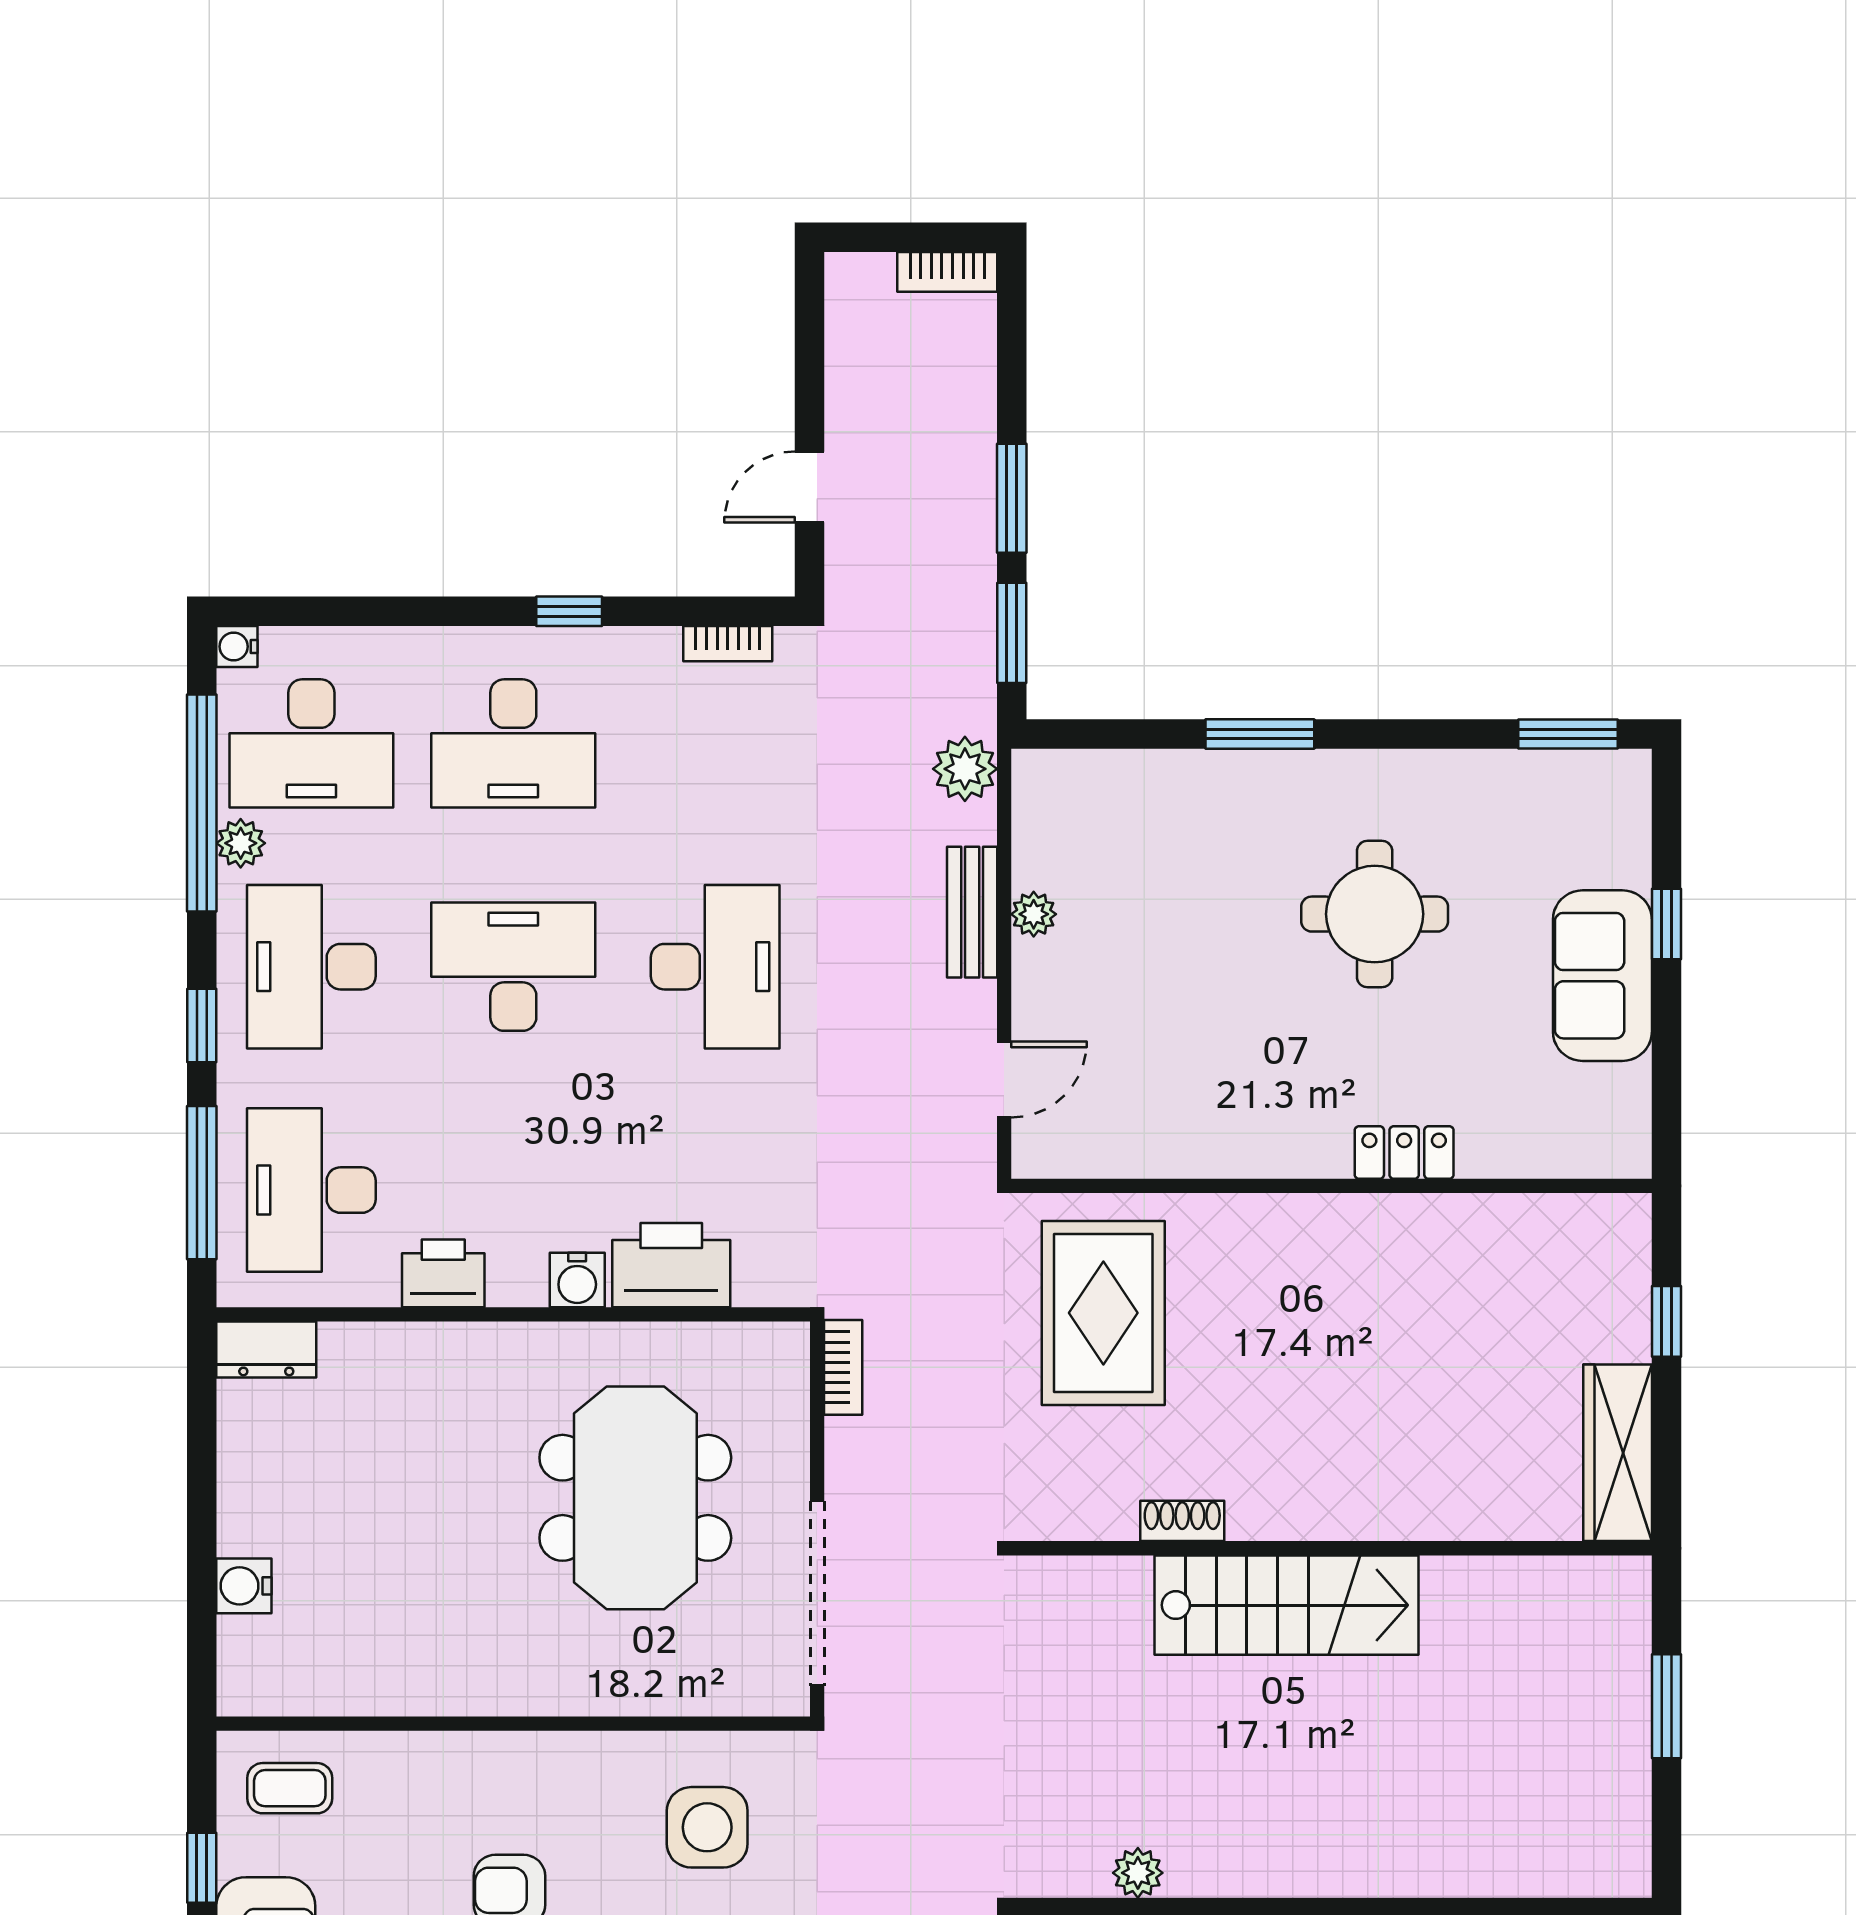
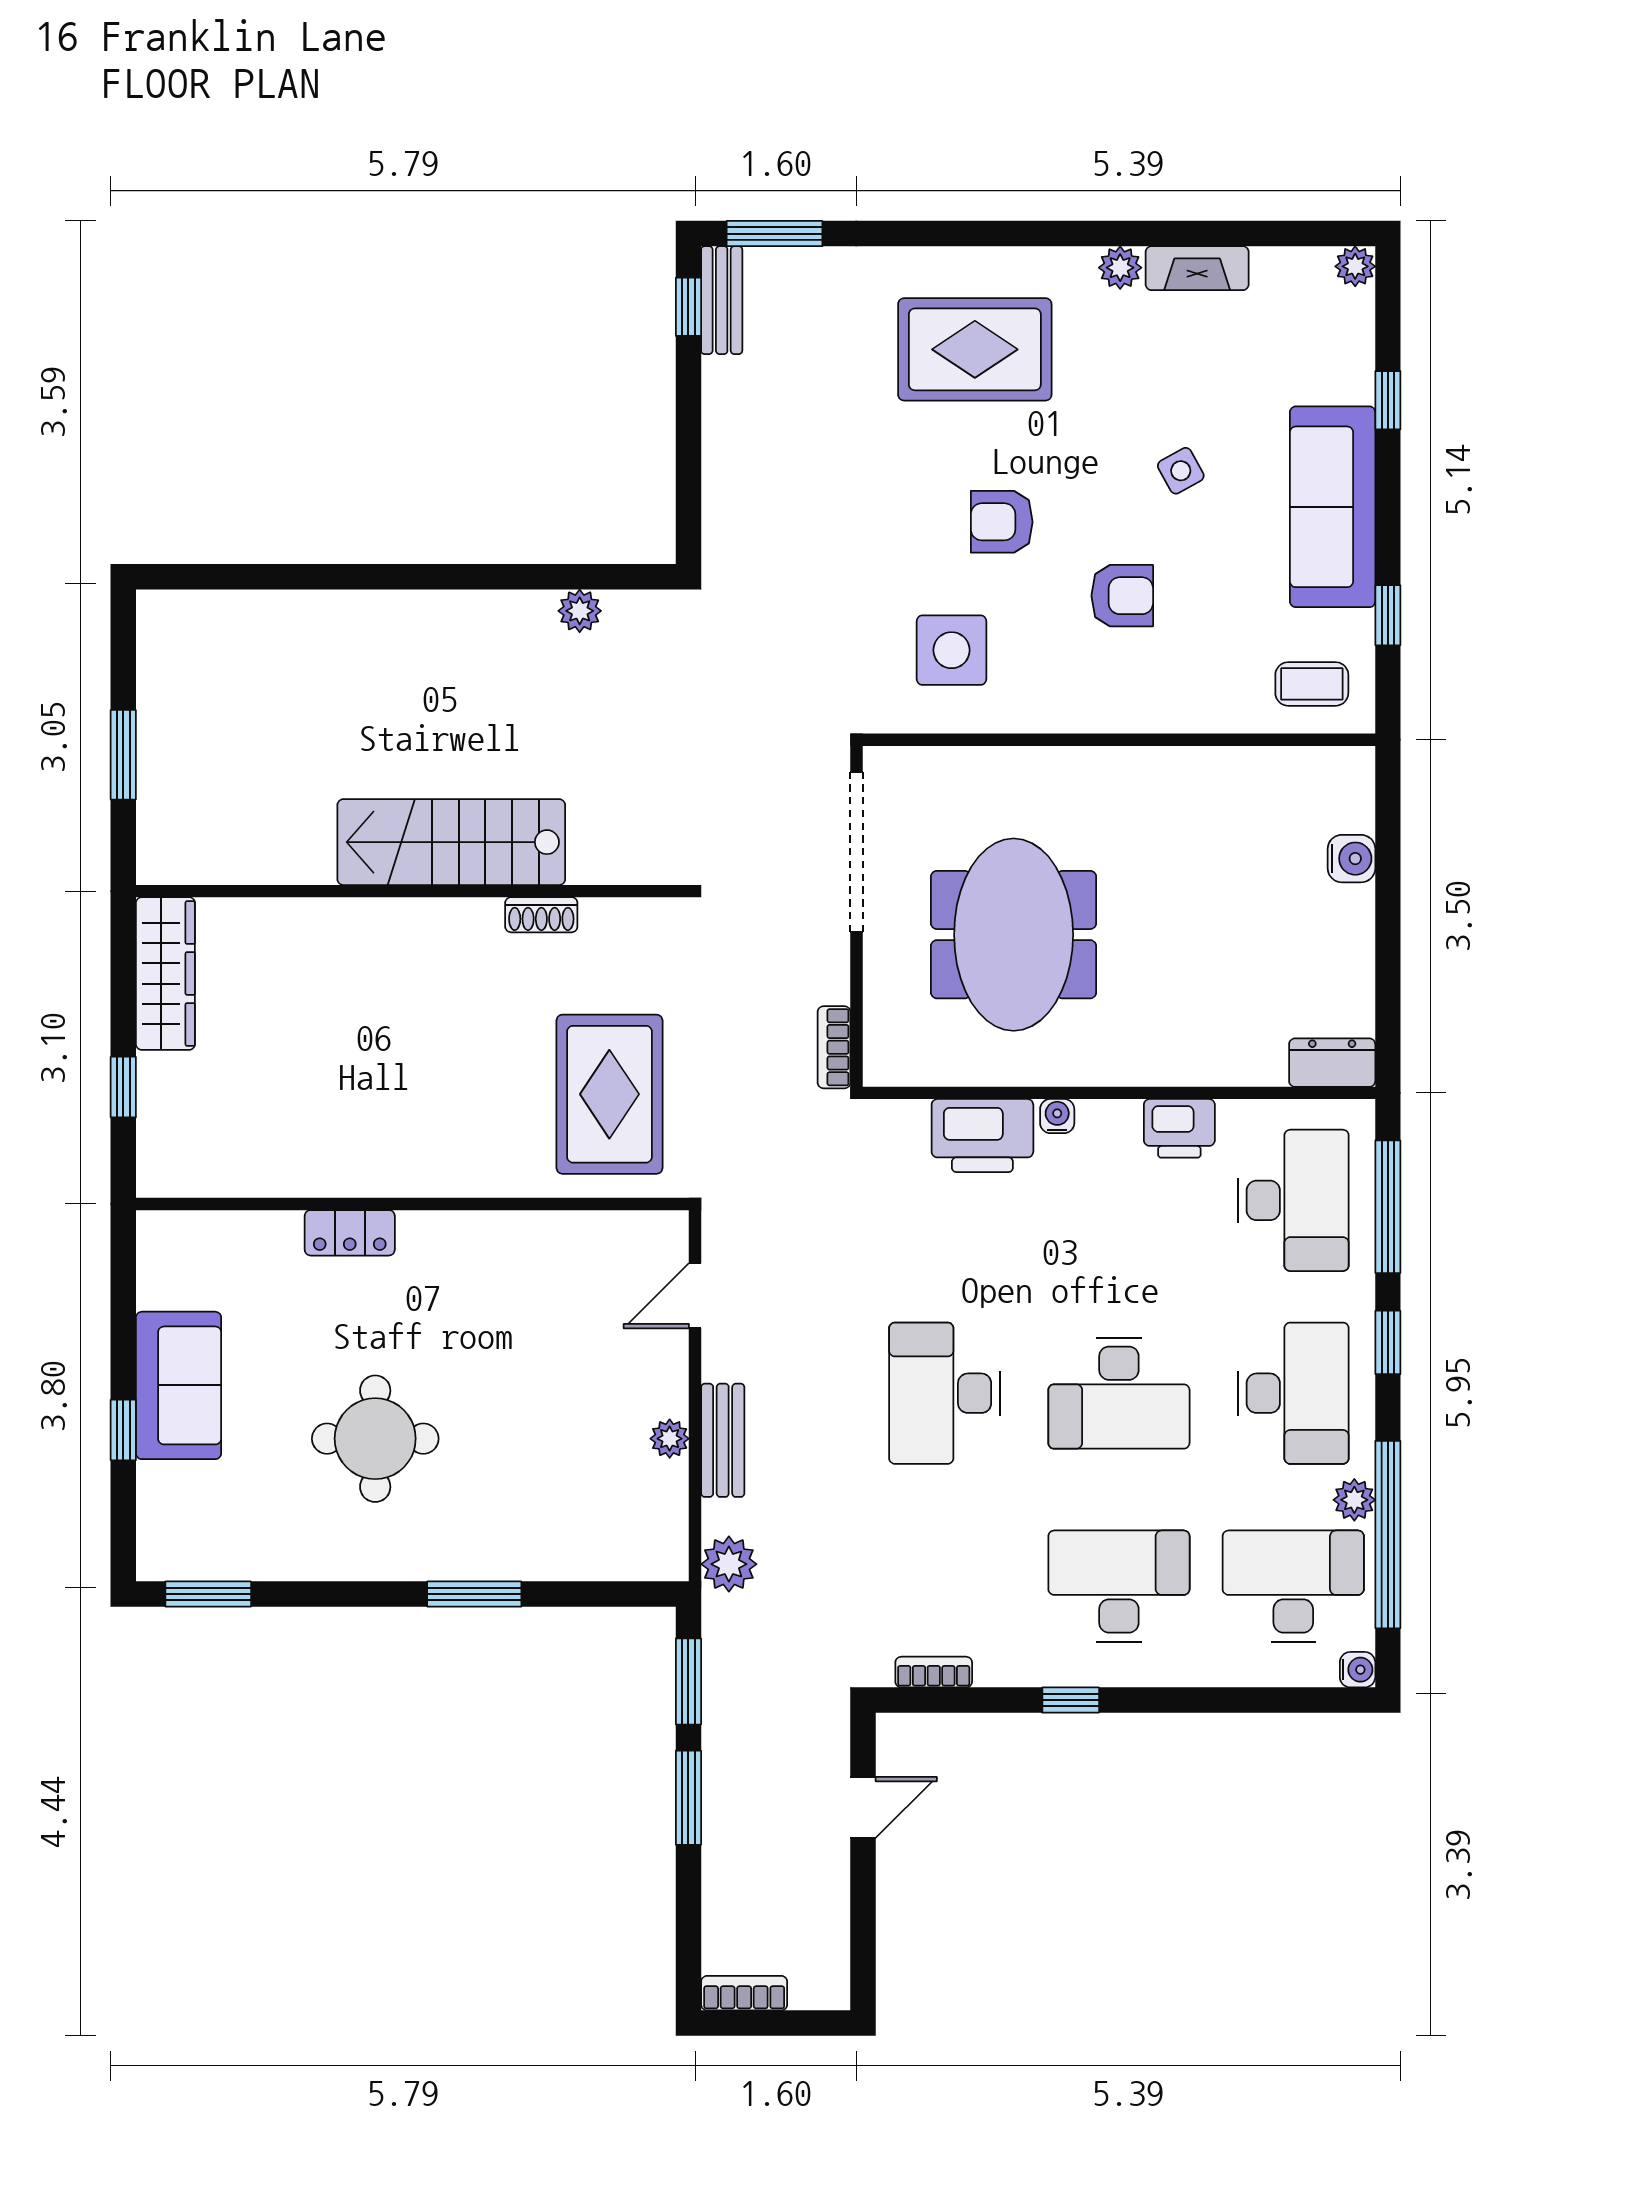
water cooler: (577, 1280) -> (1057, 1116), width x0.72, depth x0.72

